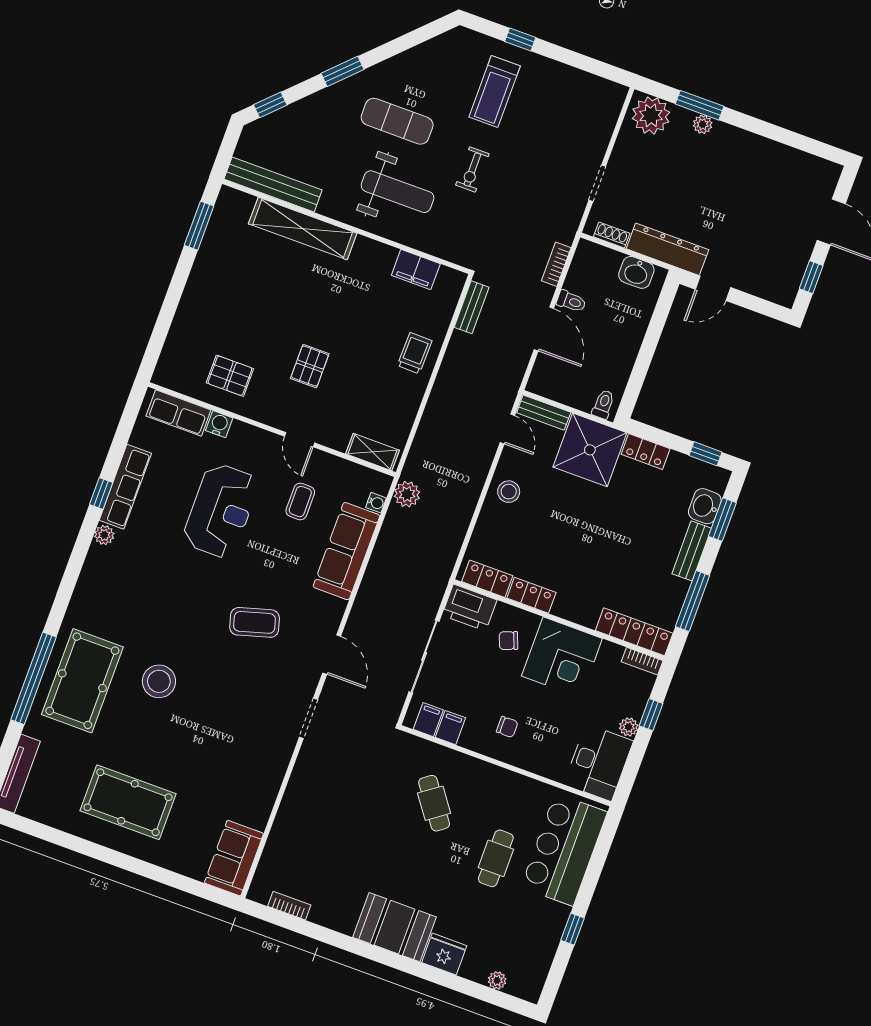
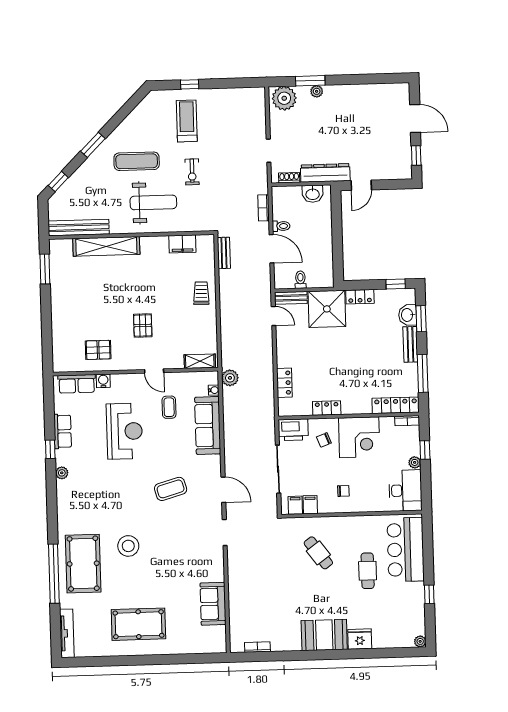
treadmill: (495, 91) -> (187, 121), turned 180
toilet: (603, 404) -> (300, 280), moved
row of seats: (125, 487) -> (63, 431), width x0.68
stool: (509, 492) -> (289, 352), removed
locker: (487, 579) -> (284, 383), moved, turned 90
sofa: (234, 858) -> (213, 604), moved
plant: (497, 980) -> (420, 641), moved

